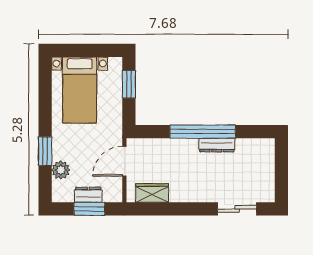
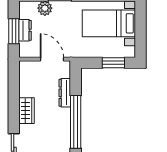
dresser: (217, 145) -> (65, 93), moved
wardrobe: (152, 193) -> (27, 111), moved

